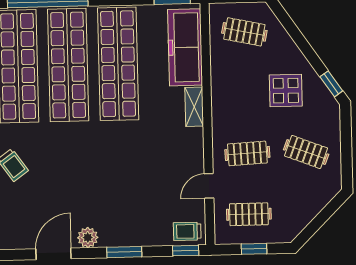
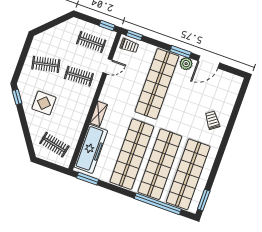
clothes rail: (306, 152) -> (46, 64), turned -33
shop shelf: (121, 188) -> (157, 84), added
window: (254, 249) -> (107, 26), moved
window: (124, 252) -> (180, 52), moved

